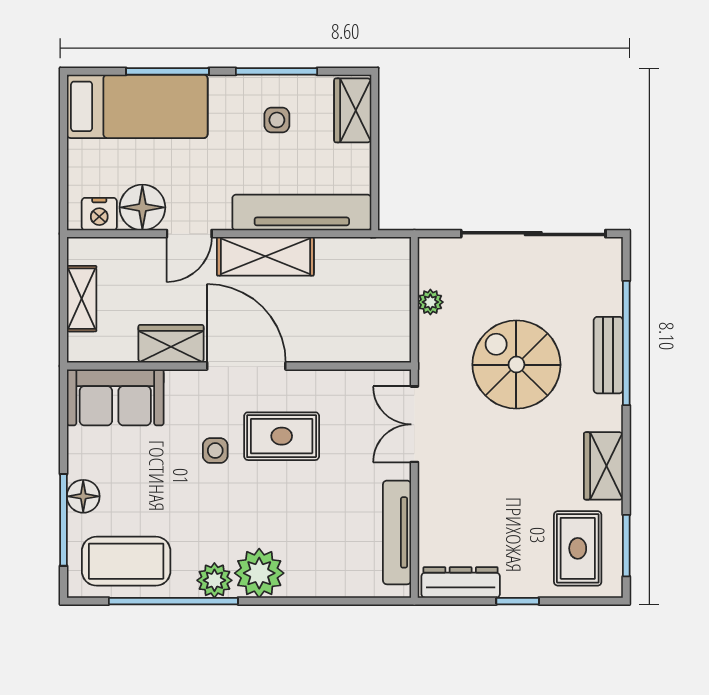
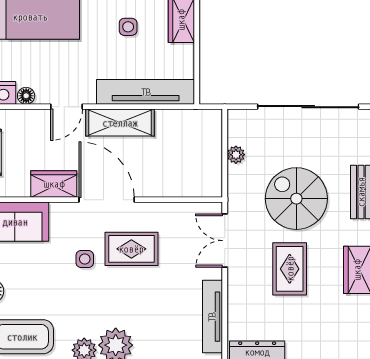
floor lamp: (142, 207) -> (26, 96), width x0.53, depth x0.53
rug: (578, 548) -> (290, 269), moved

